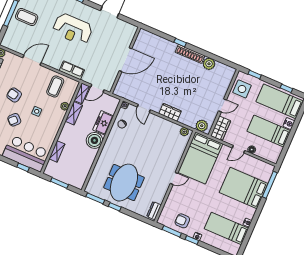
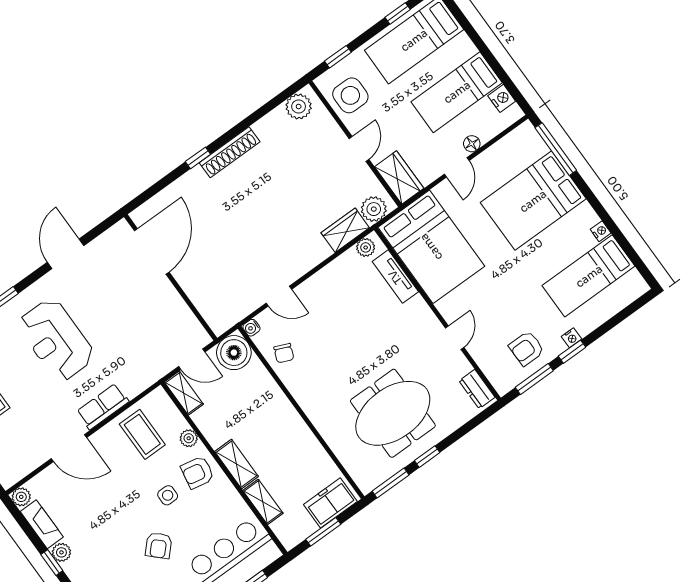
reception desk: (73, 29) -> (56, 340), turned 90
door: (32, 60) -> (69, 448), swing flipped
door: (126, 60) -> (152, 251), moved
plant: (209, 64) -> (299, 106), moved
row of seats: (72, 70) -> (103, 407), moved
door: (97, 88) -> (192, 359), hinge flipped
armchair: (14, 95) -> (198, 472), moved
wardrobe: (170, 112) -> (345, 230), moved
shelving: (74, 113) -> (237, 464), moved
freezer: (103, 123) -> (330, 503), moved, turned 90
nightstand: (289, 124) -> (502, 98), moved
boiler: (94, 140) -> (234, 353), moved
tv unit: (180, 151) -> (395, 277), added
door: (174, 178) -> (455, 338), moved
meeting table: (124, 183) -> (393, 413), turned 90

